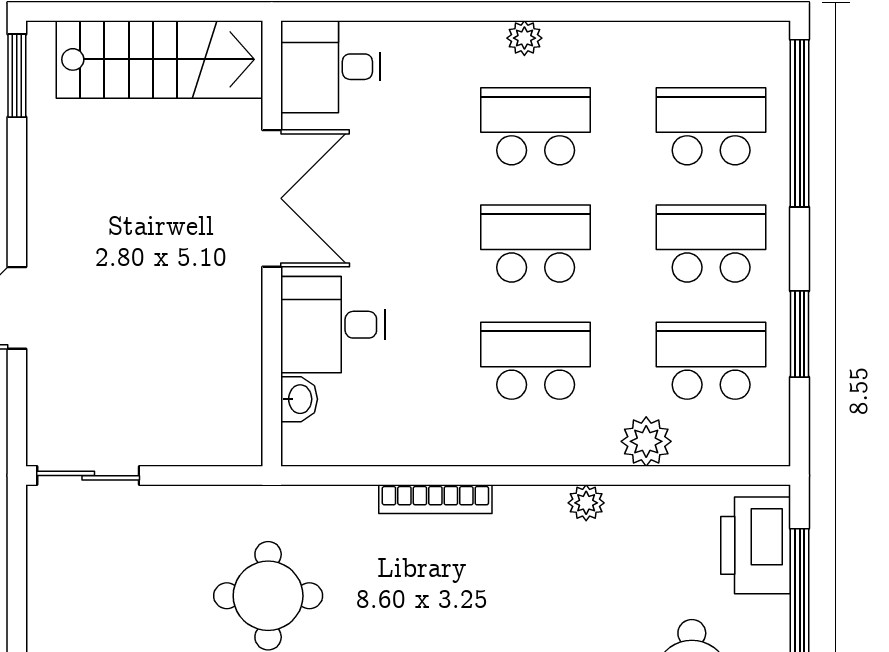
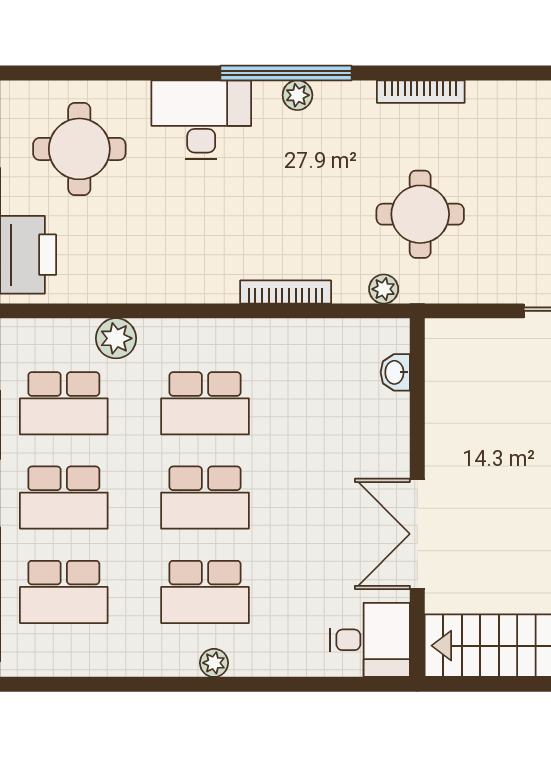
desk: (333, 325) -> (368, 432), removed
plant: (586, 503) -> (384, 289), moved

